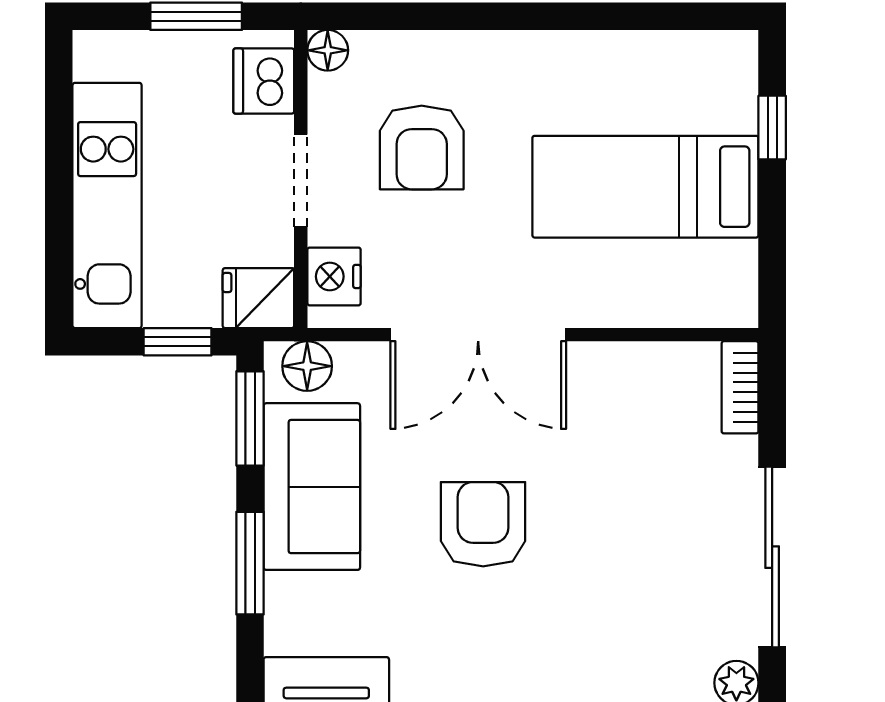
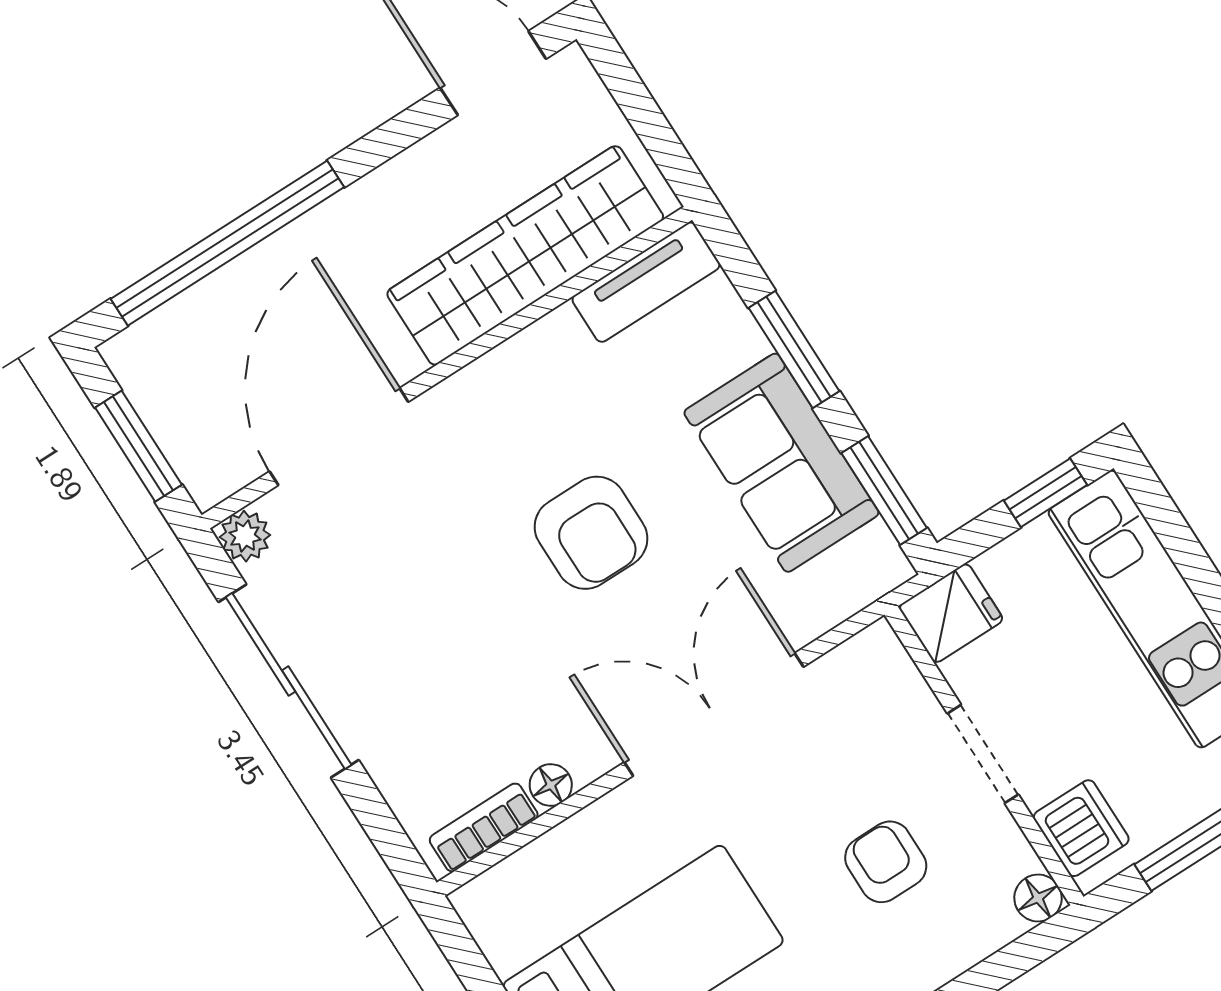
armchair: (422, 147) -> (886, 862), width x0.72, depth x0.72
nightstand: (334, 276) -> (891, 681), removed
window: (178, 342) -> (1045, 493), moved
floor lamp: (307, 366) -> (551, 785), moved, width x0.73, depth x0.73
bookcase: (740, 387) -> (484, 827), moved, turned -90

